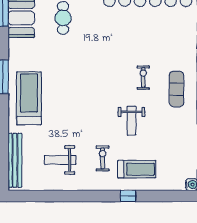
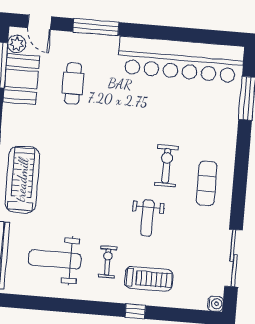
exercise bike: (143, 78) -> (166, 166), width x1.38, depth x1.39
weight bench: (60, 160) -> (55, 259), width x1.36, depth x1.33

